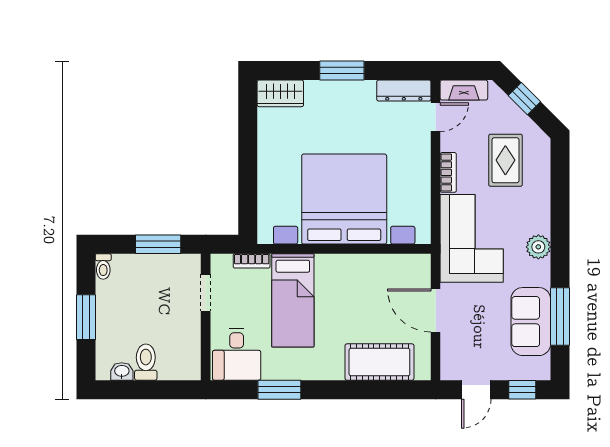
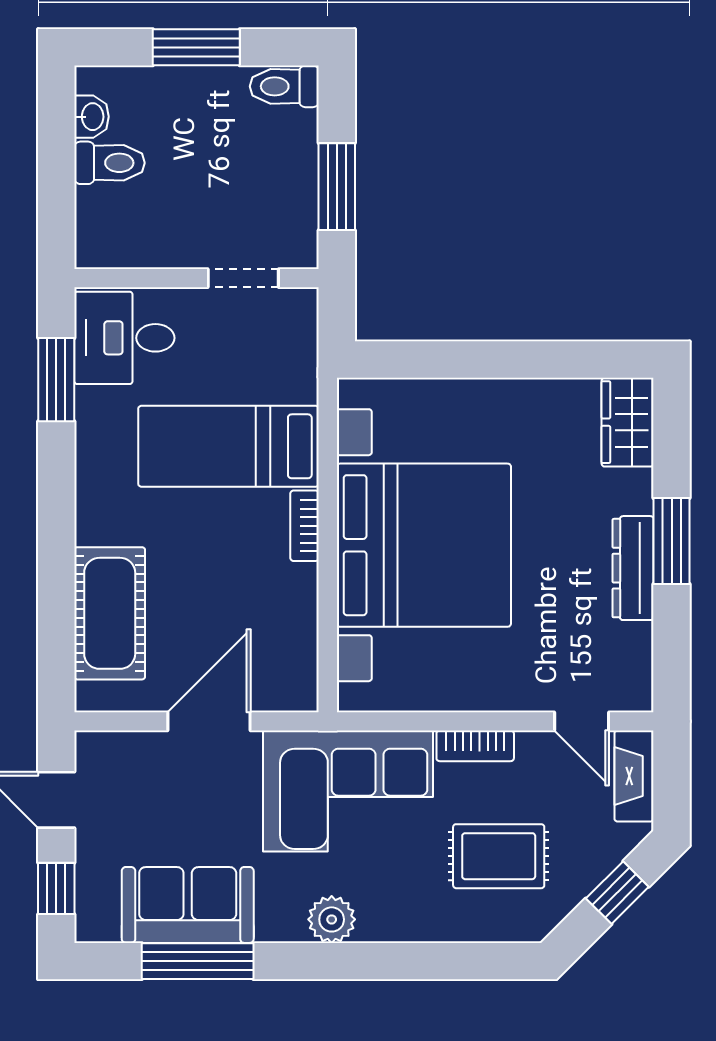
dresser: (404, 91) -> (633, 568), moved
bookcase: (252, 261) -> (305, 526), moved
toilet: (103, 266) -> (284, 86), width x1.37, depth x1.39
window: (279, 390) -> (56, 380), moved

